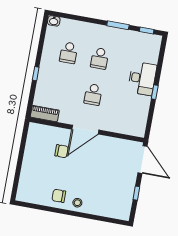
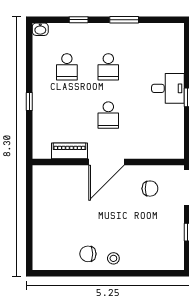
window: (147, 30) -> (79, 20), moved
desk: (142, 78) -> (168, 88), width x0.73
piano: (45, 114) -> (70, 151), moved
chair: (62, 151) -> (150, 189), moved

